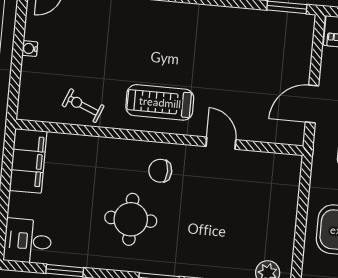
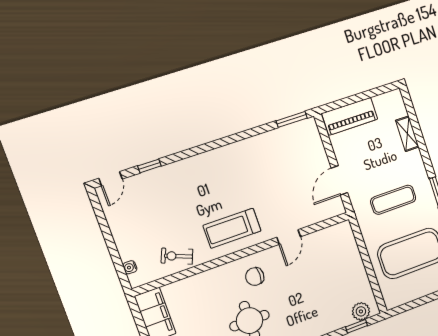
water cooler: (30, 49) -> (130, 267), moved
door: (221, 143) -> (289, 237), swing flipped

